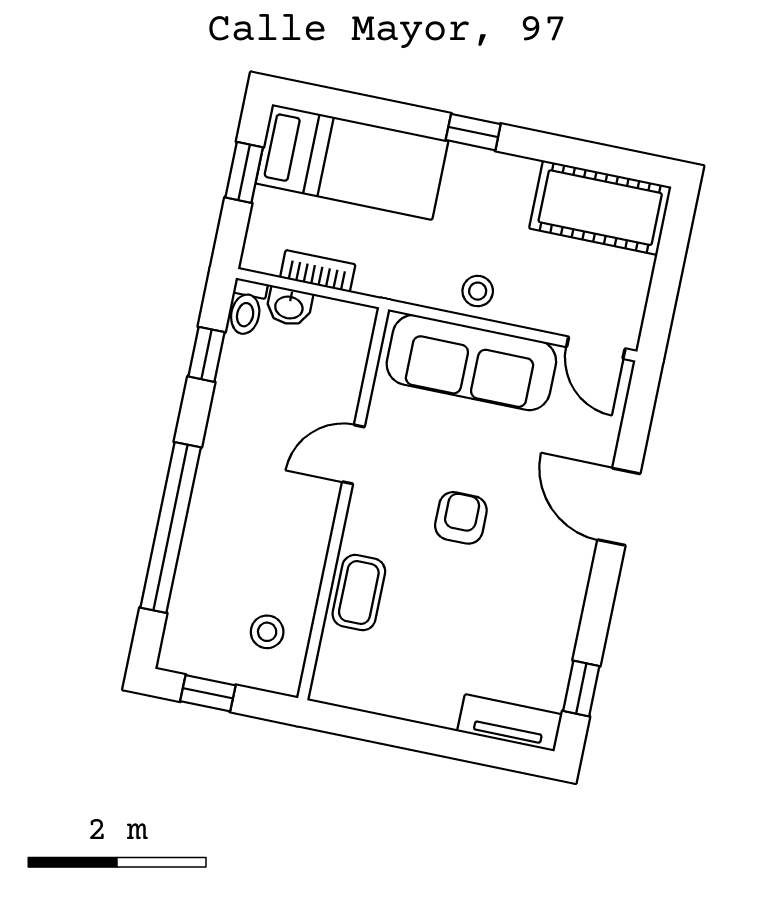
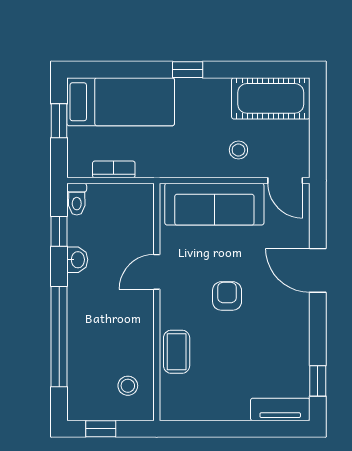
stool: (478, 291) -> (238, 150), moved
washbasin: (289, 306) -> (77, 260), moved, turned -90

